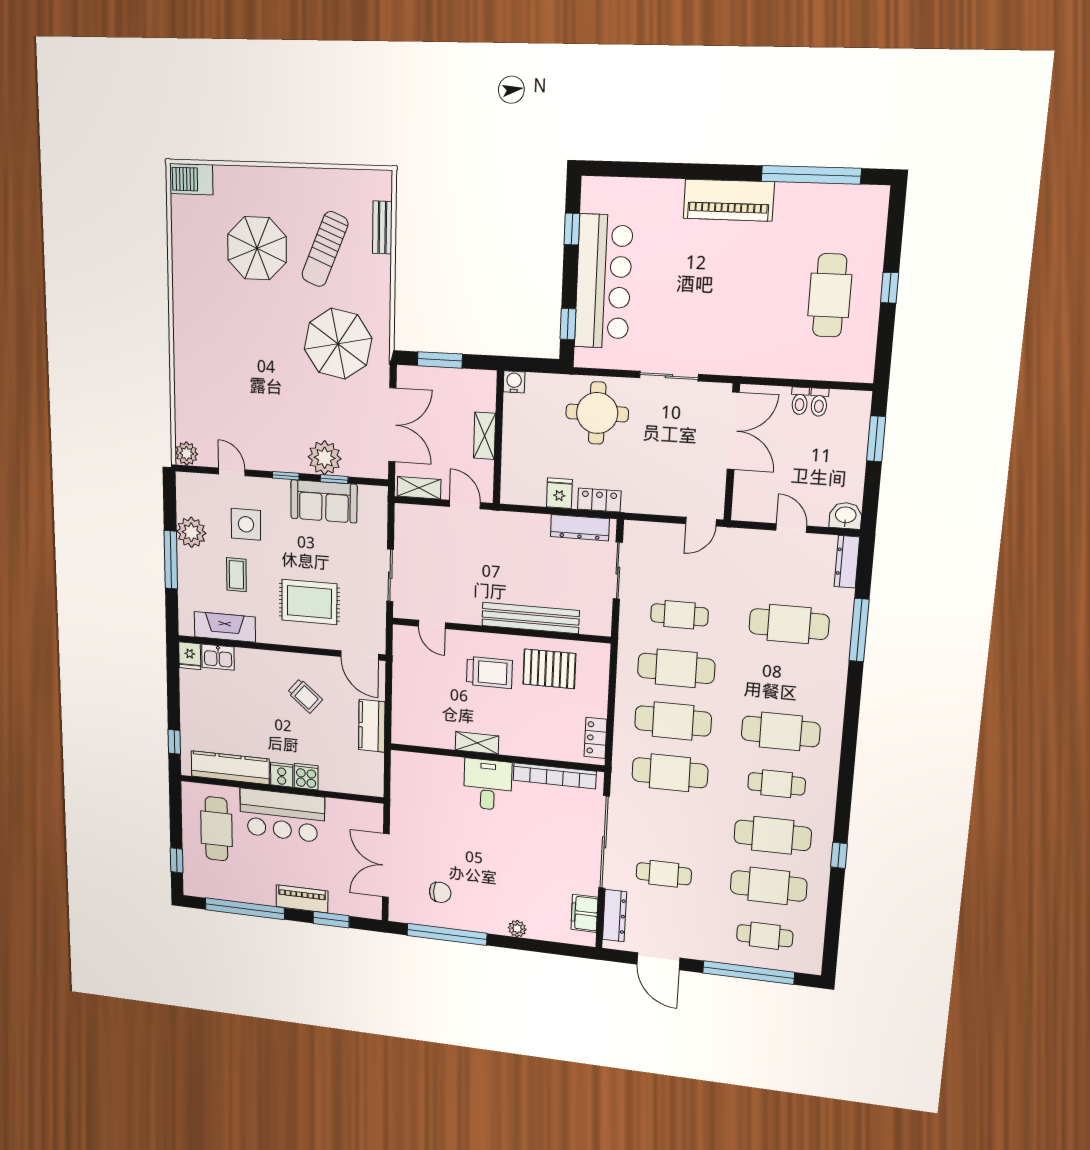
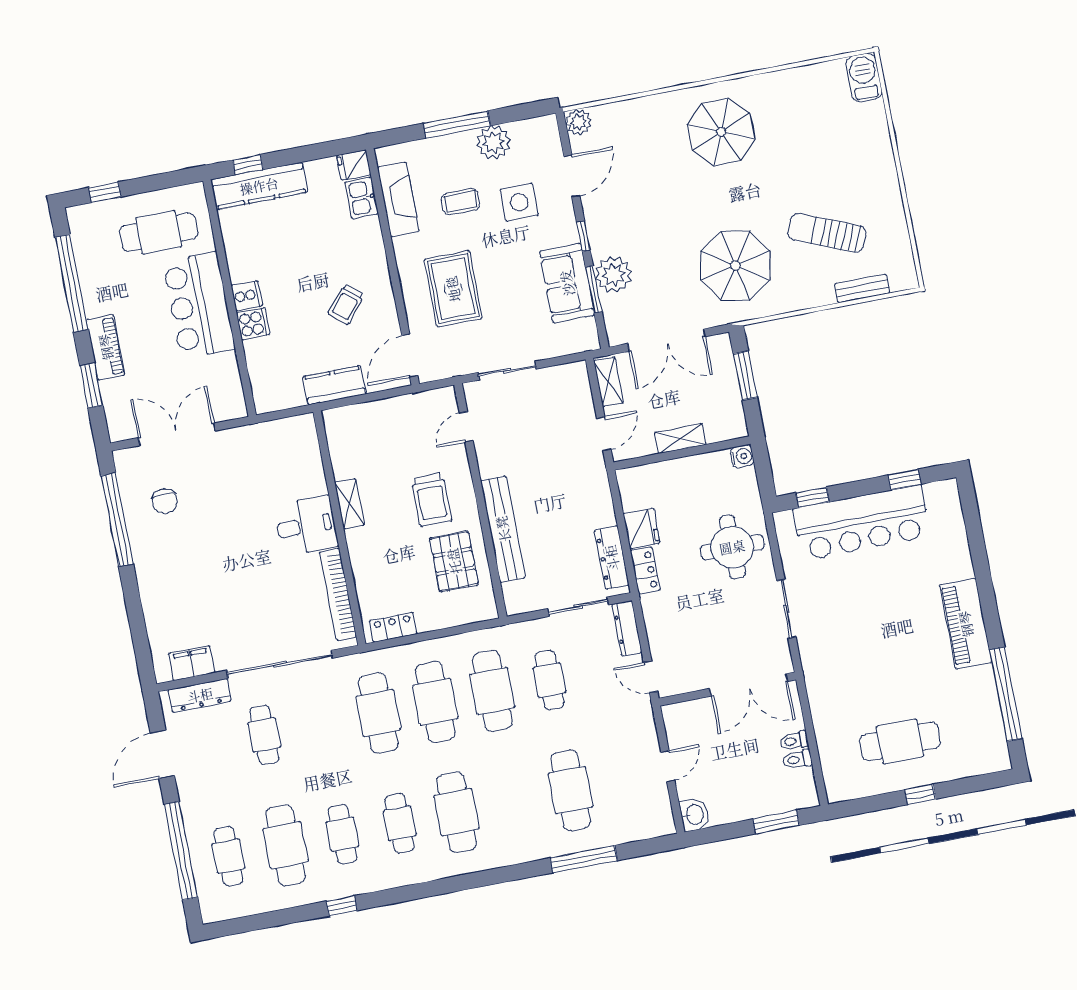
parasol: (257, 248) -> (721, 132), moved
door: (232, 472) -> (572, 176), width x1.38
window: (334, 479) -> (594, 289), width x1.50
fridge: (559, 493) -> (642, 528), width x1.38
dresser: (847, 562) -> (627, 628), moved, turned -90
kitchen counter: (230, 768) -> (259, 186), moved, turned 90
cafe table: (773, 835) -> (343, 834), width x0.73, depth x0.74
plant: (517, 929) -> (150, 595), removed

